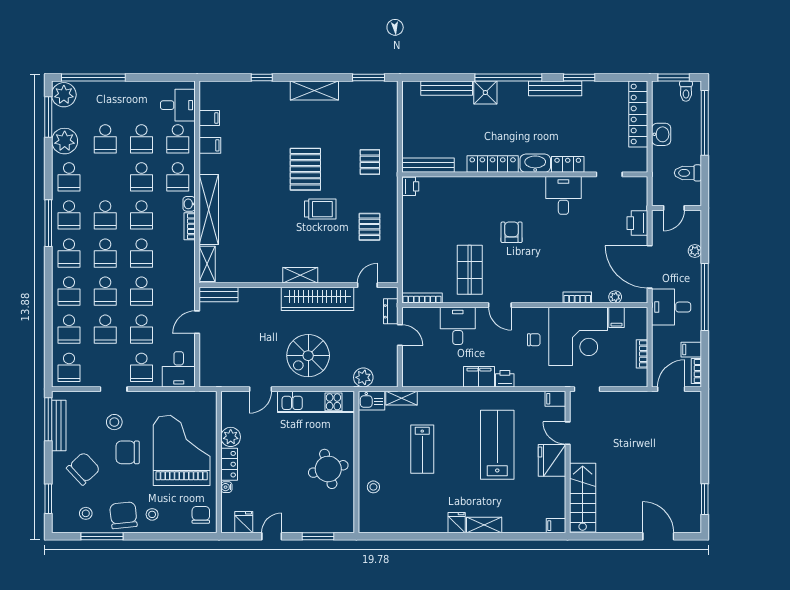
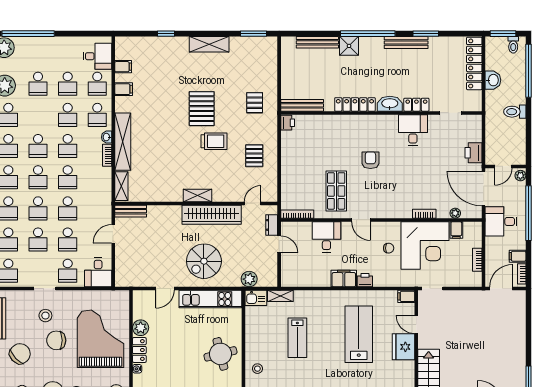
door: (674, 208) -> (503, 166), moved
wall: (677, 208) -> (505, 166), moved

